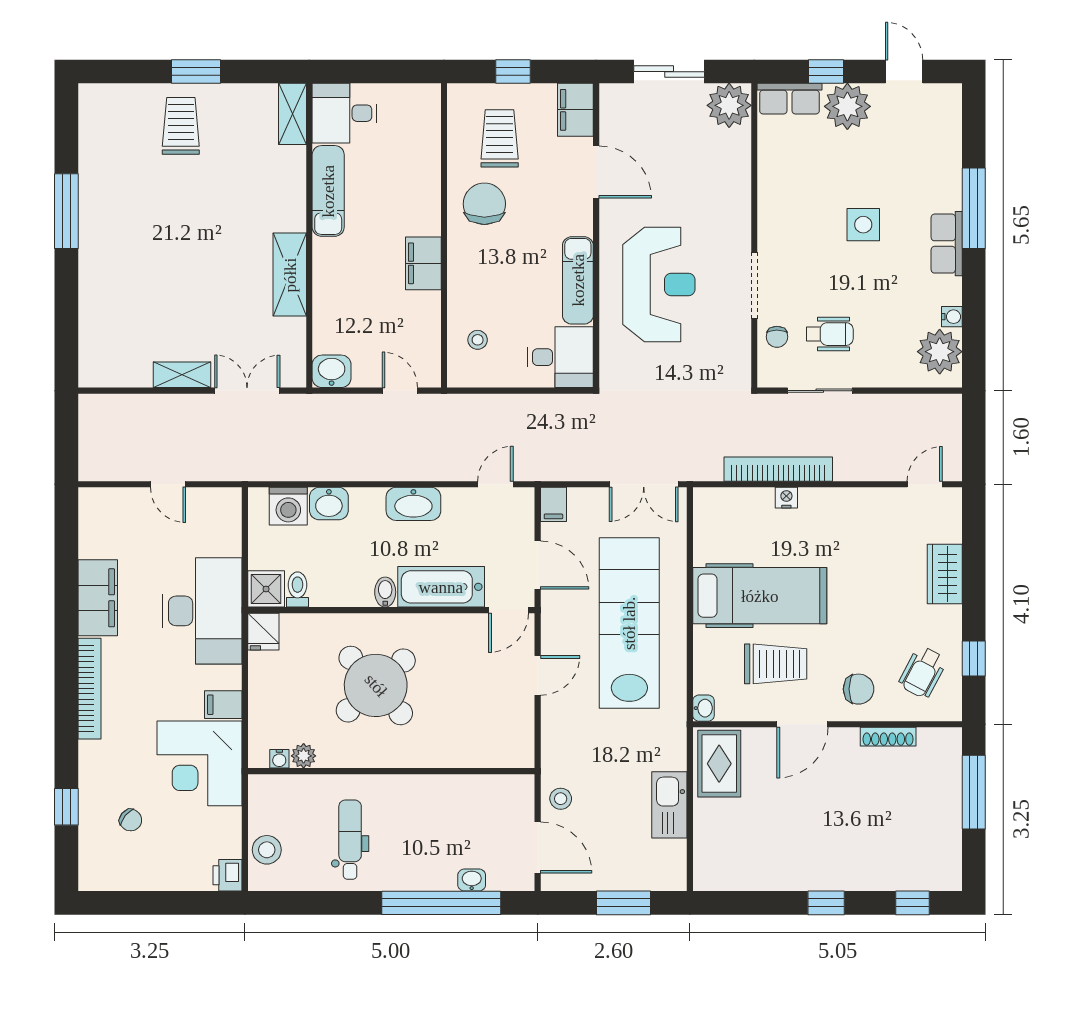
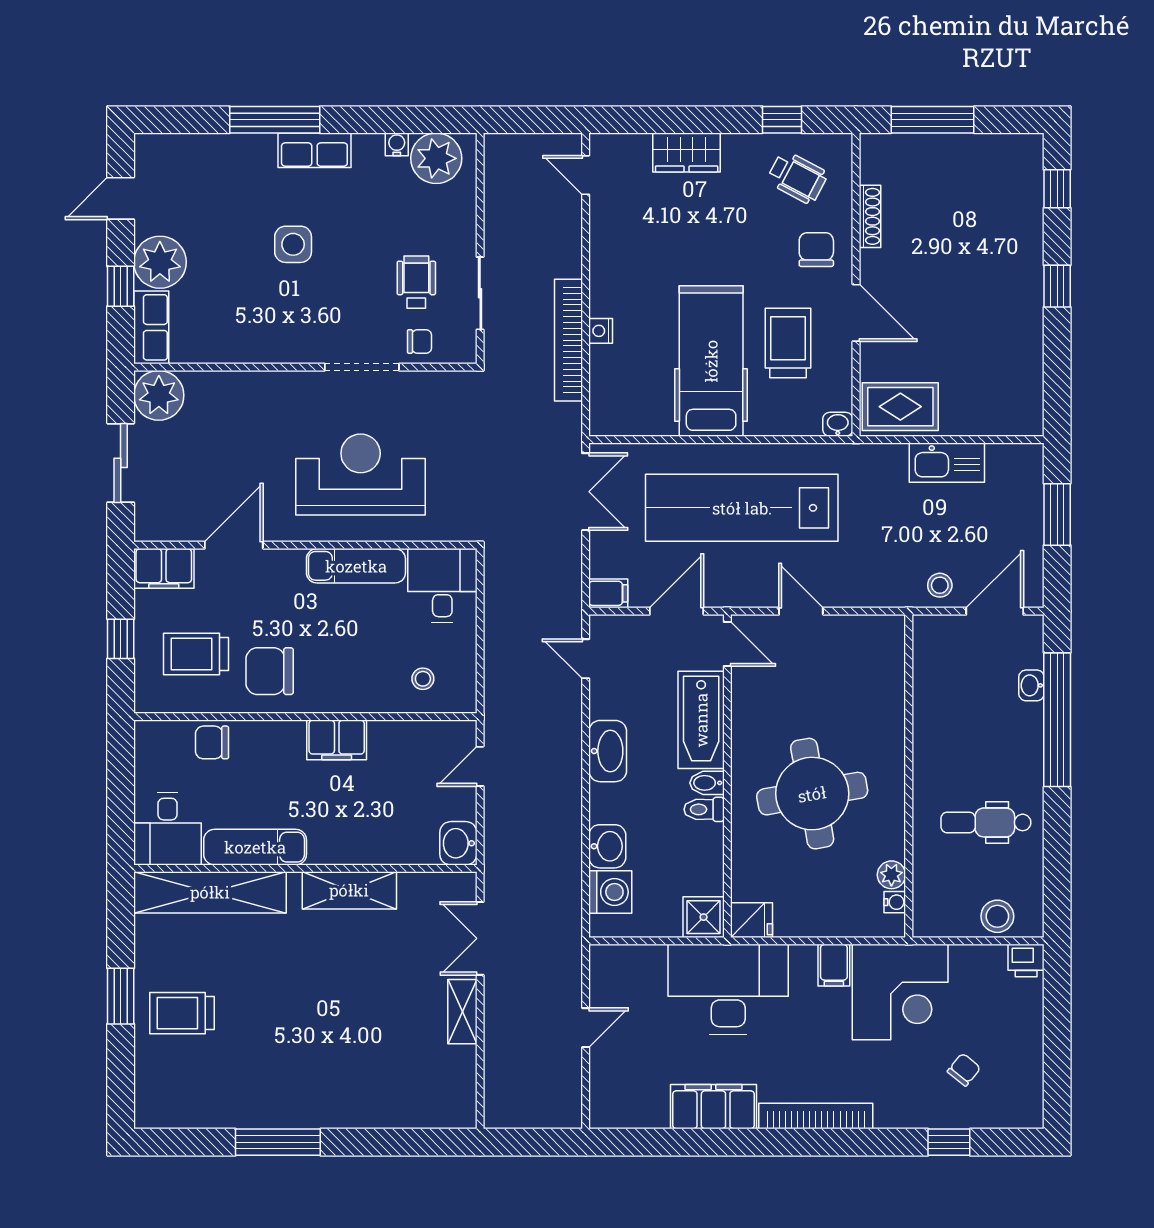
shelving: (293, 114) -> (210, 892), width x2.20, depth x1.33
chair: (421, 153) -> (212, 742), added
toilet: (297, 590) -> (704, 809), moved
round table: (376, 685) -> (812, 794), turned 32

